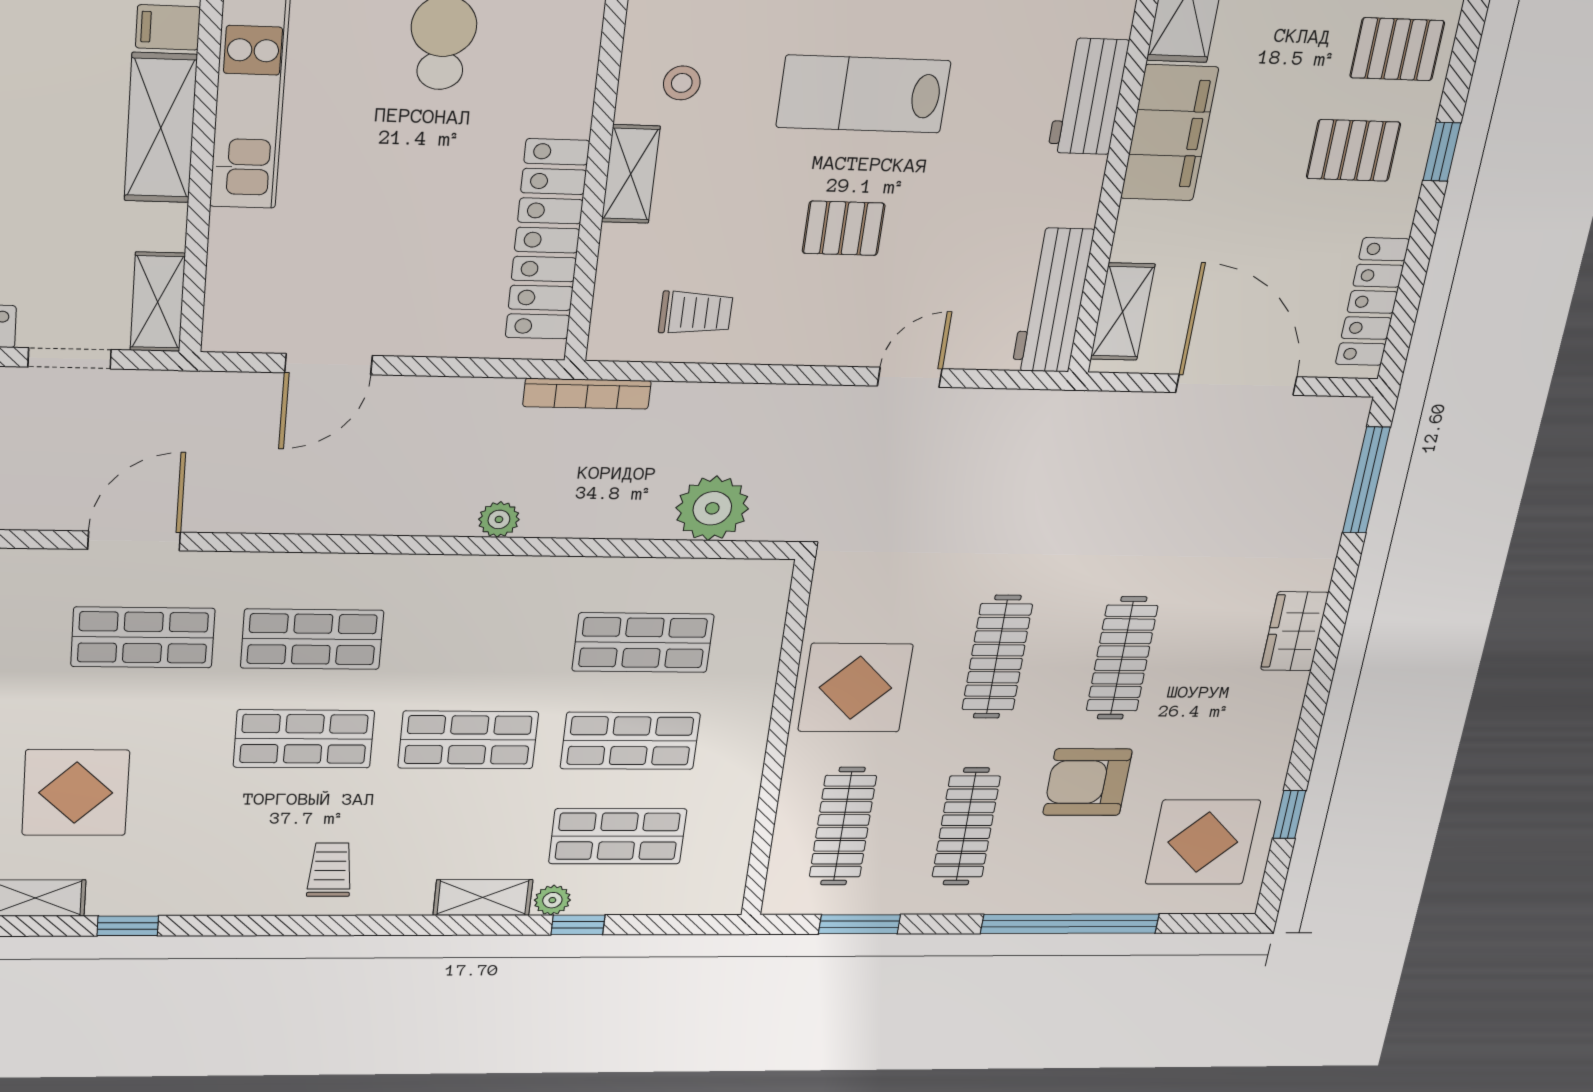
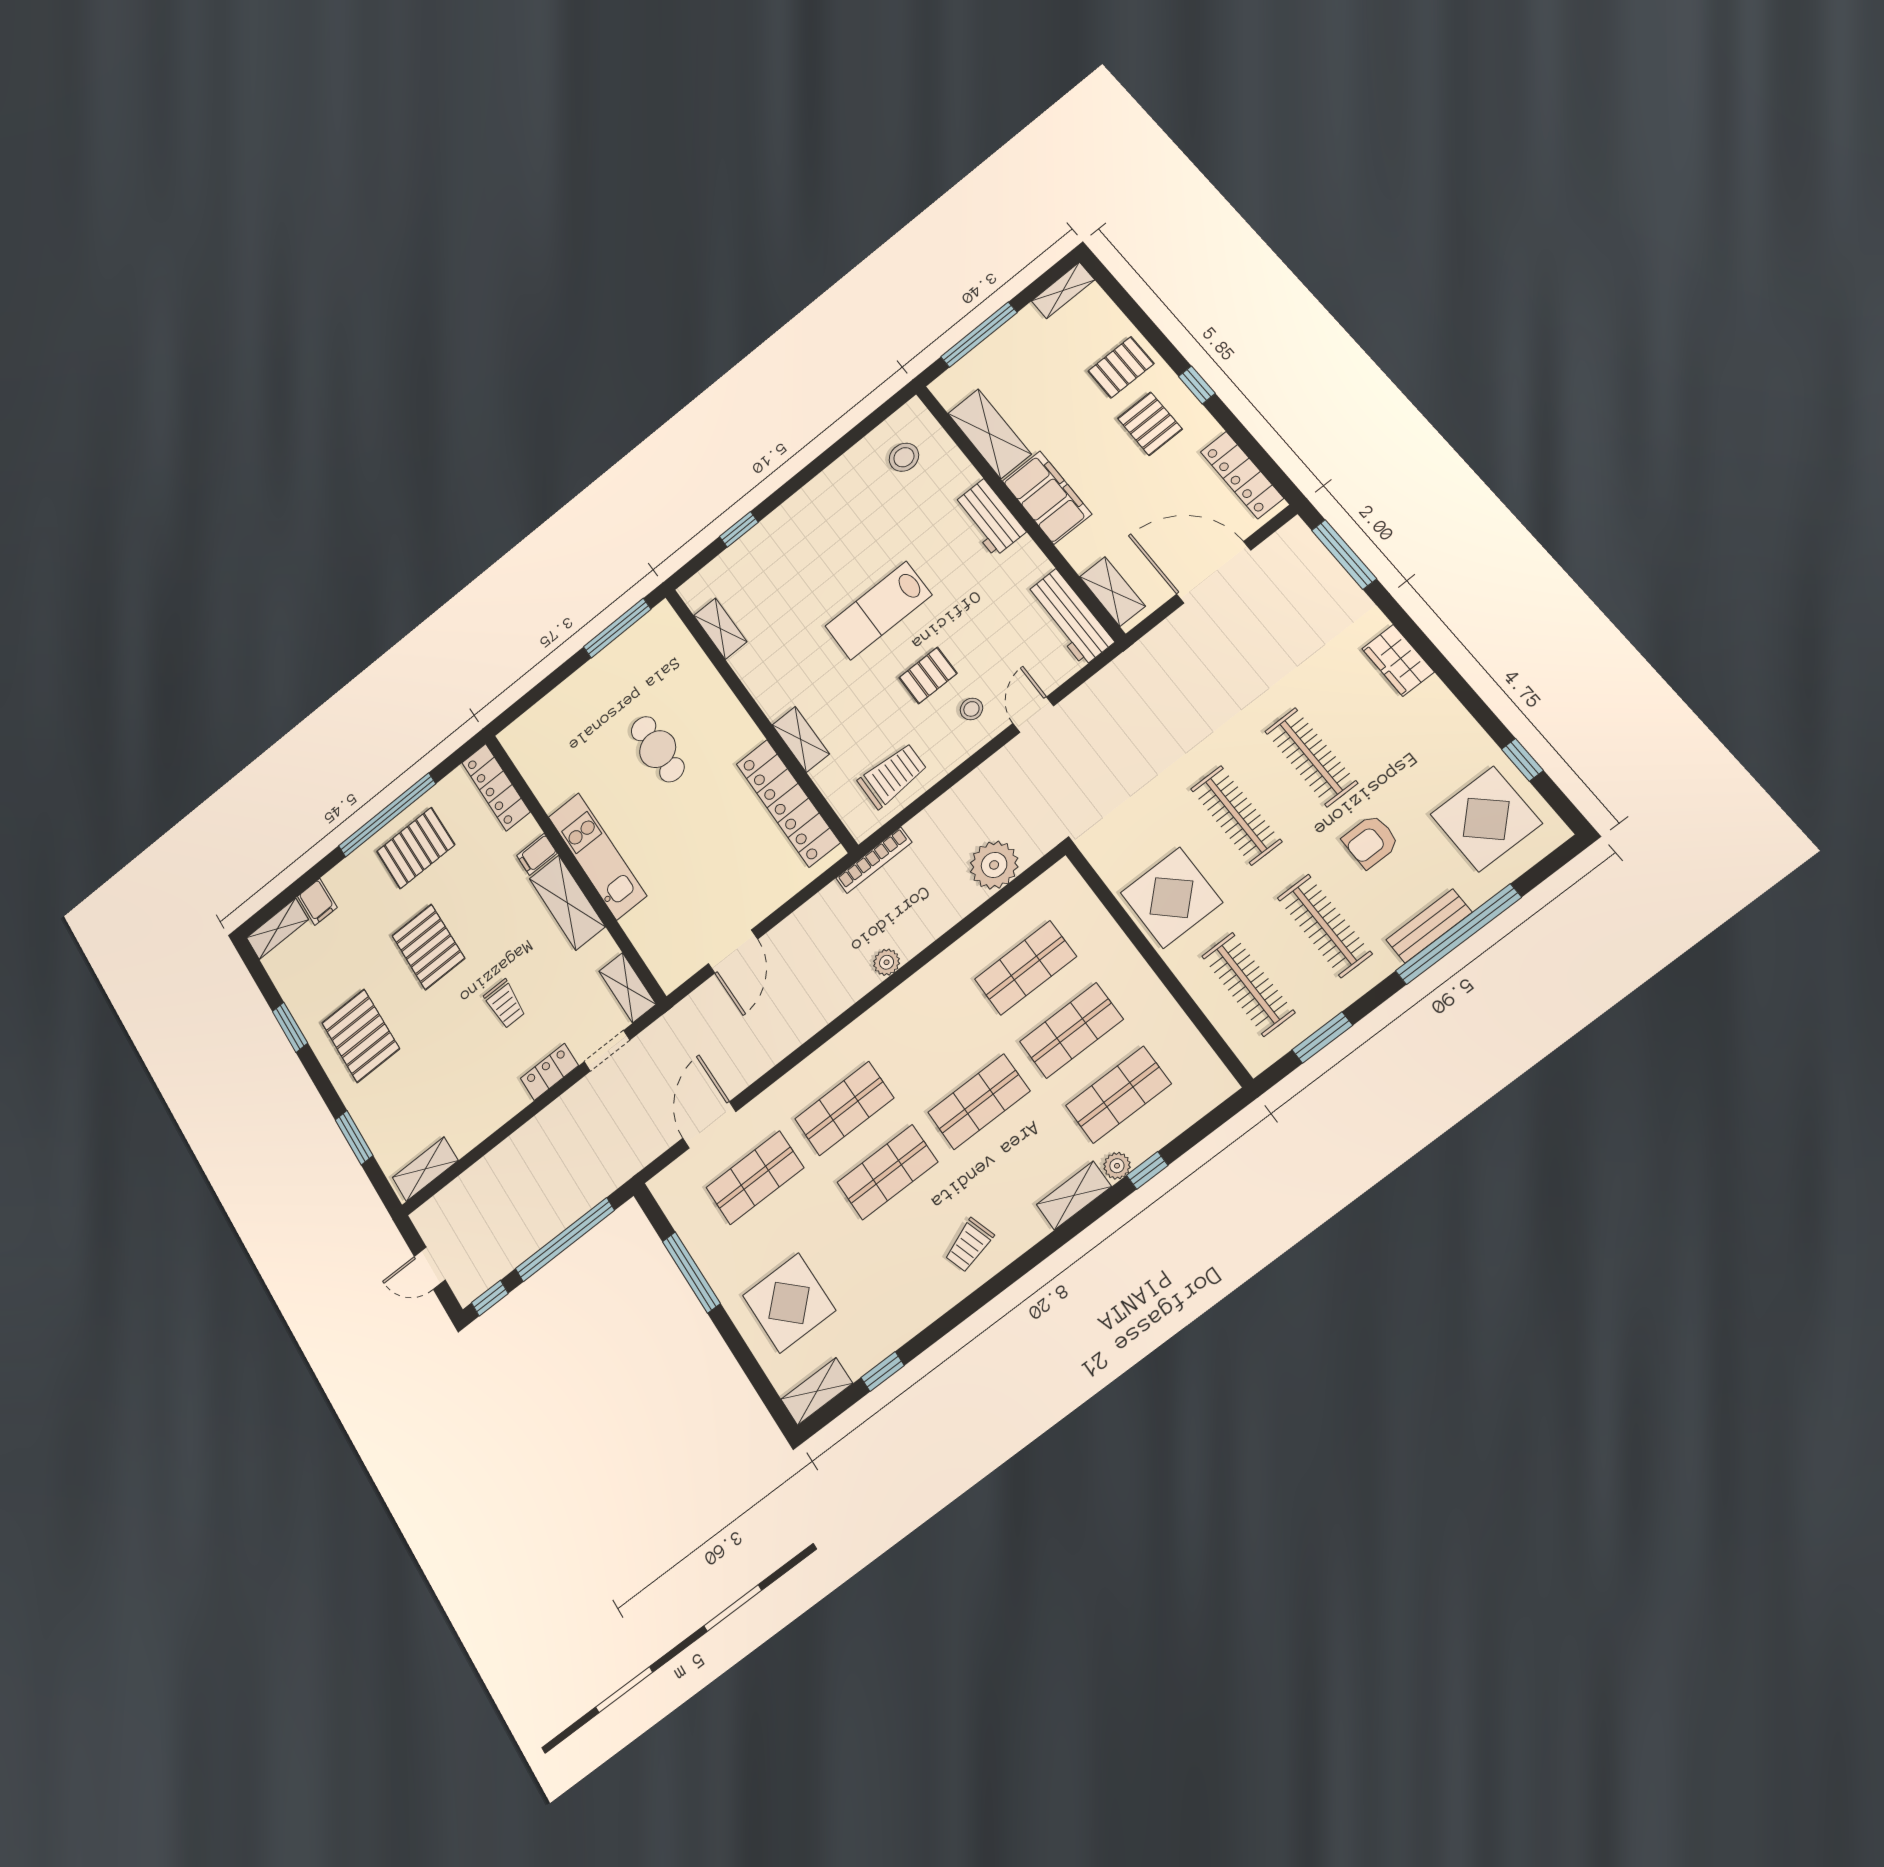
stool: (682, 83) -> (971, 709), moved
pallet: (1353, 150) -> (1150, 424), turned 90
trolley: (696, 313) -> (892, 776), width x1.36, depth x1.39
armchair: (1087, 782) -> (1371, 841), width x0.72, depth x0.72
trolley: (330, 870) -> (969, 1245), turned -108
bench: (1054, 898) -> (1429, 926), added

